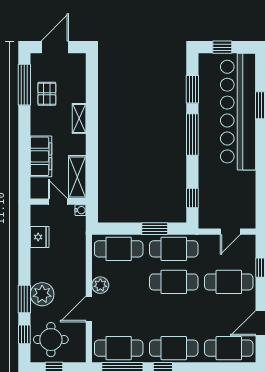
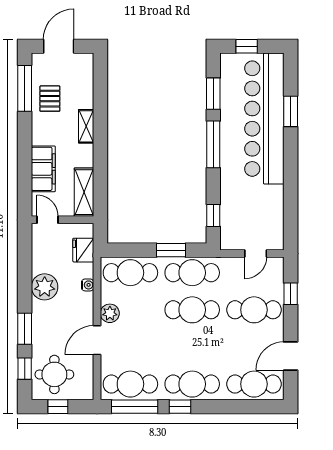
door: (58, 202) -> (47, 220), moved
water cooler: (81, 210) -> (88, 285), moved
fridge: (40, 237) -> (83, 250), moved, turned 180
plant: (42, 294) -> (45, 287), moved

